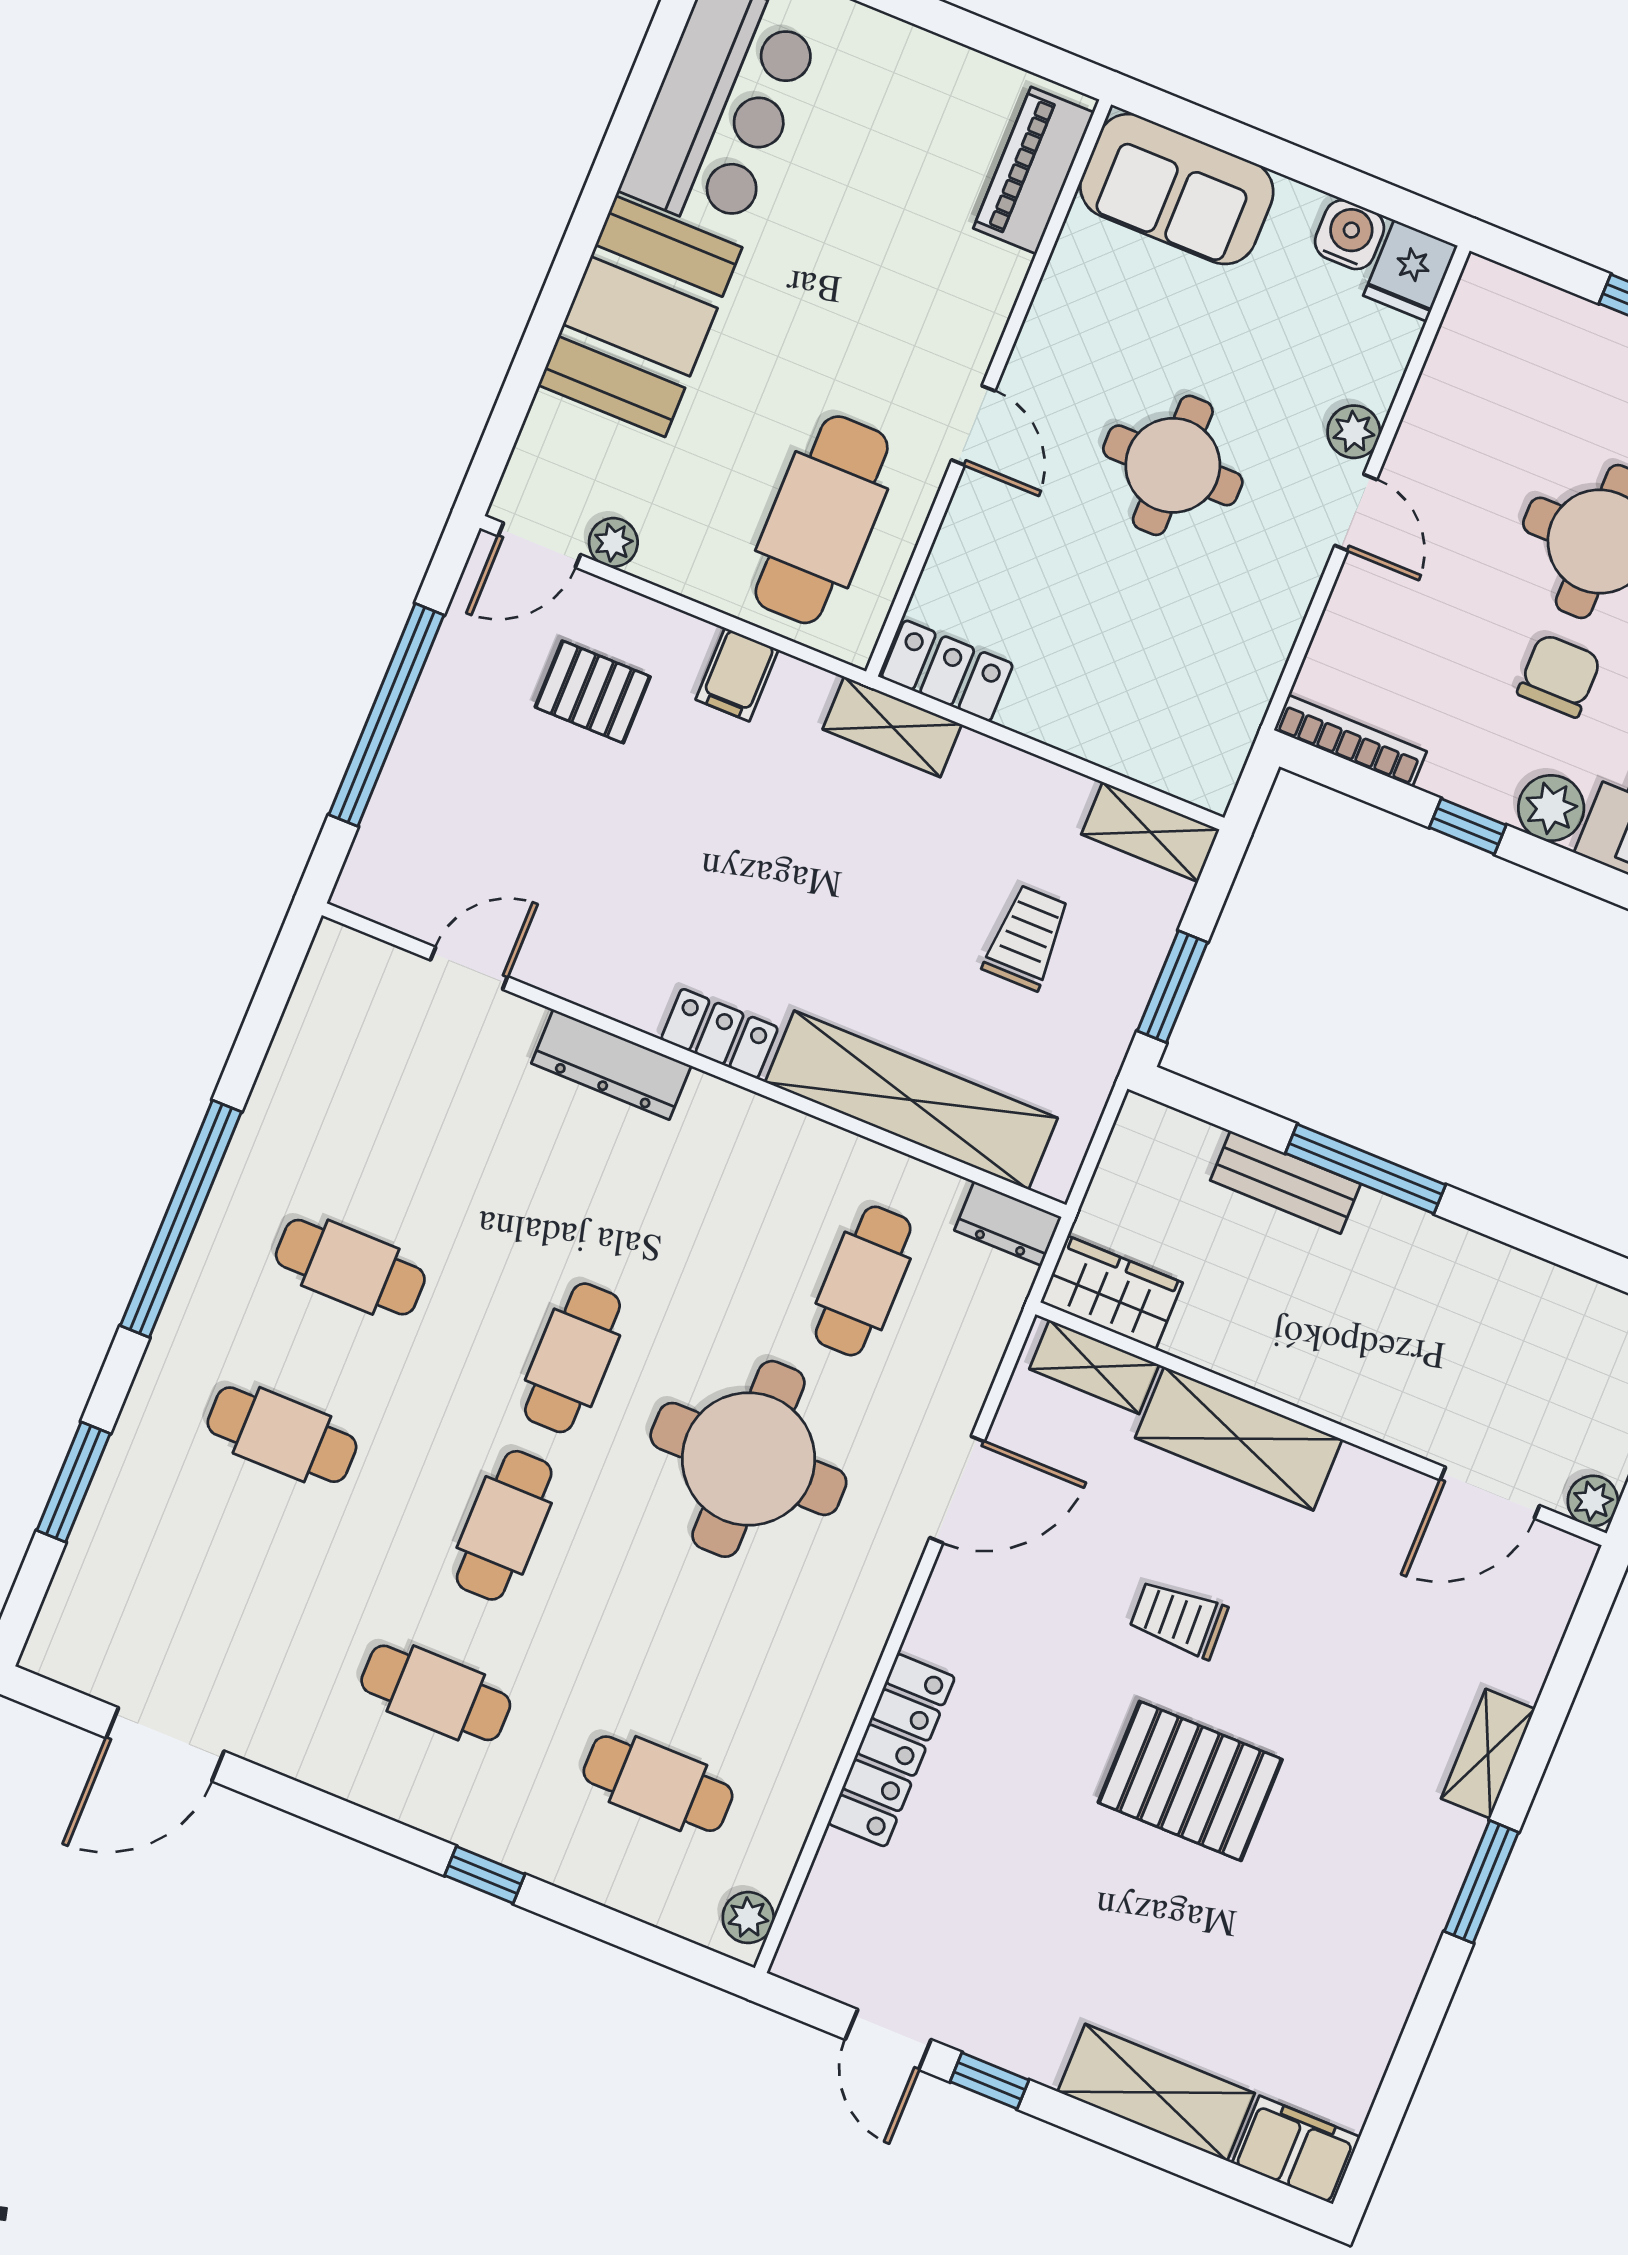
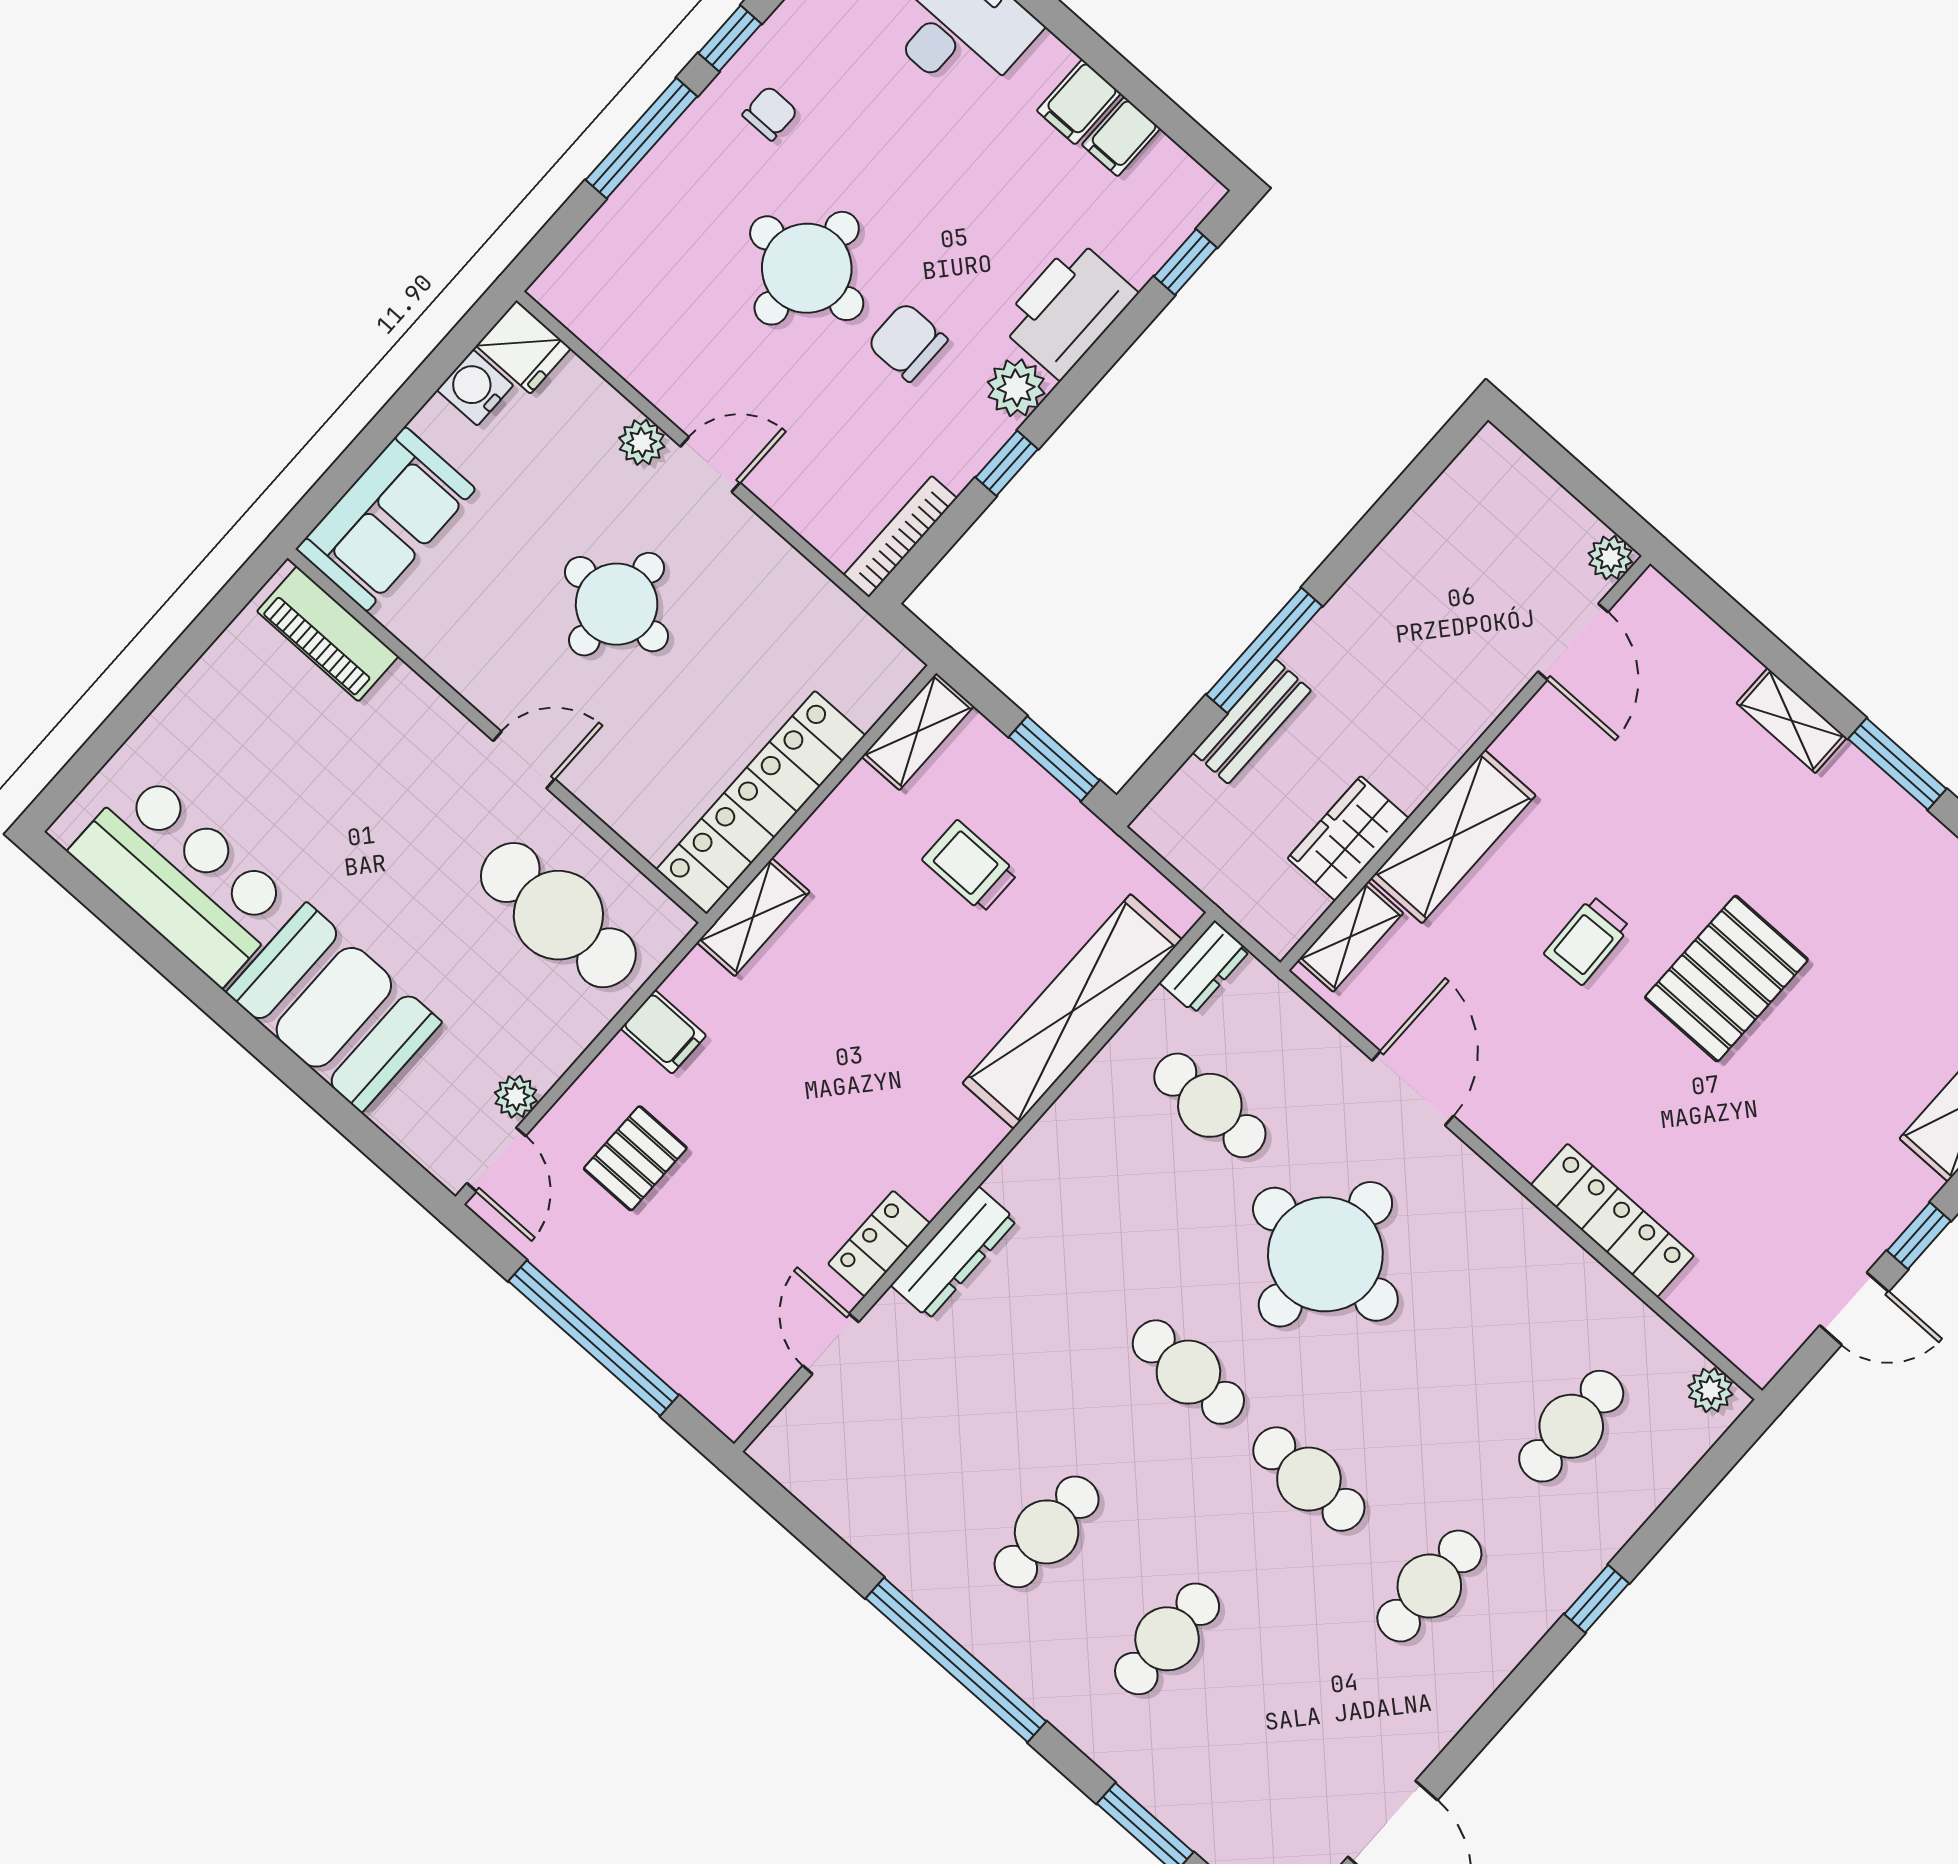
locker: (947, 671) -> (761, 802), width x2.16, depth x1.21
locker: (720, 1034) -> (879, 1244), moved
wardrobe: (1111, 1293) -> (1348, 838), moved

